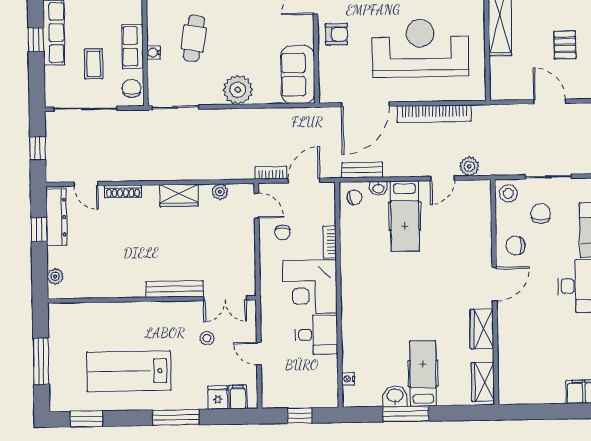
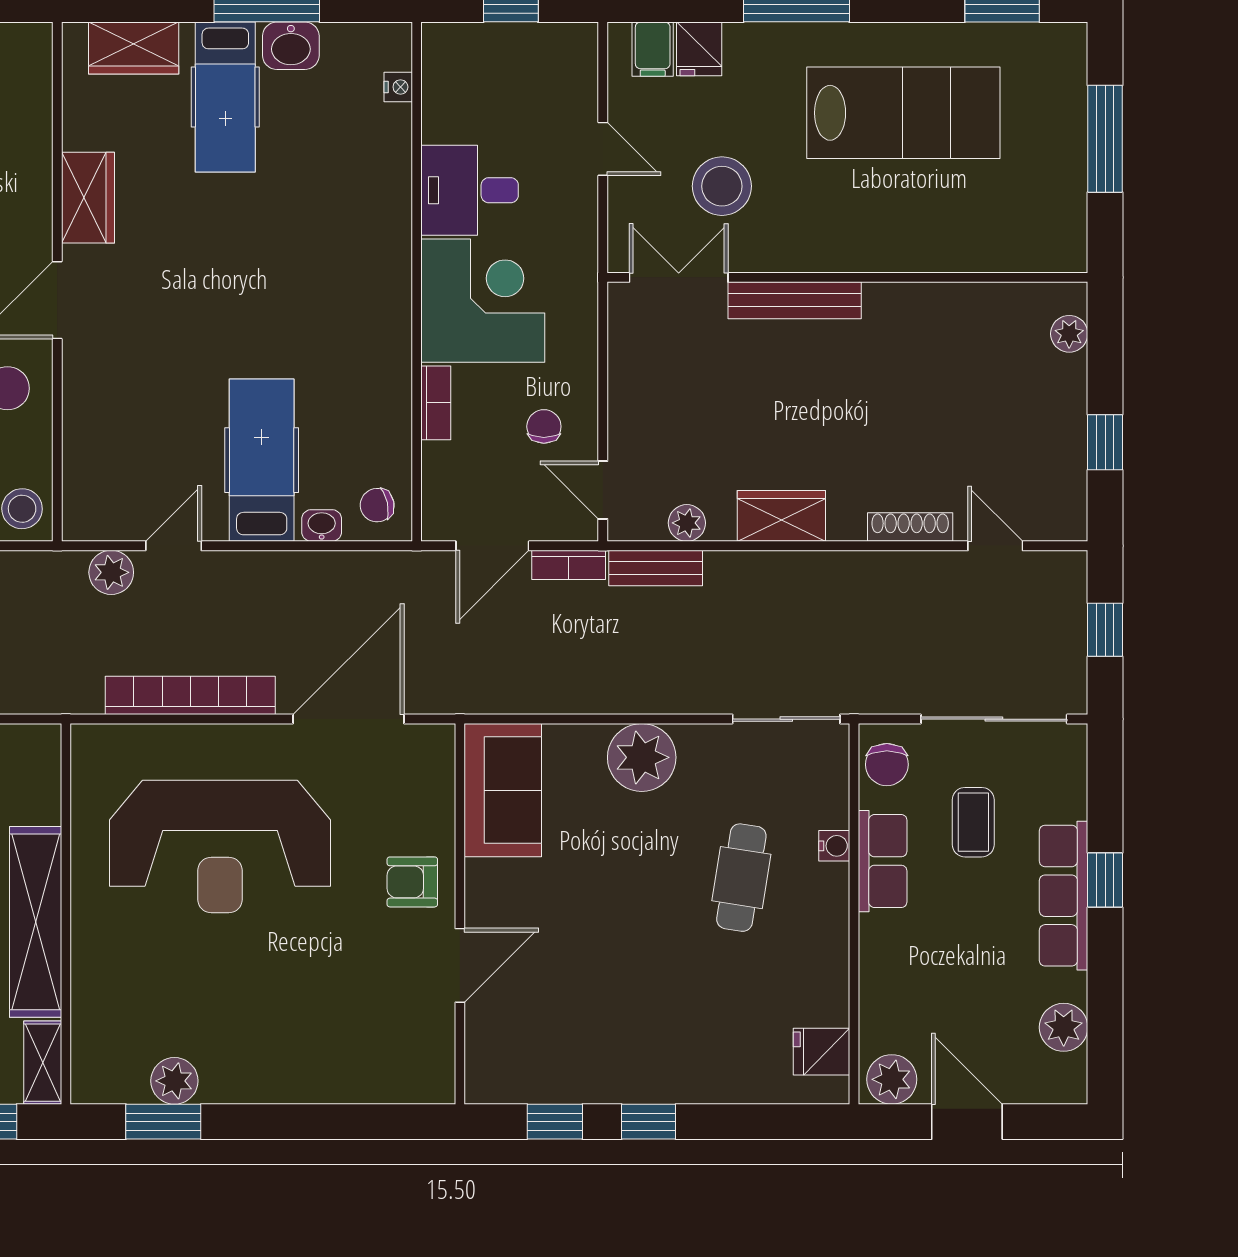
bench: (362, 170) -> (656, 568), moved
dresser: (56, 217) -> (1065, 470), removed
stool: (207, 338) -> (722, 186), width x1.89, depth x1.89
wardrobe: (483, 382) -> (134, 48), moved, turned 90

